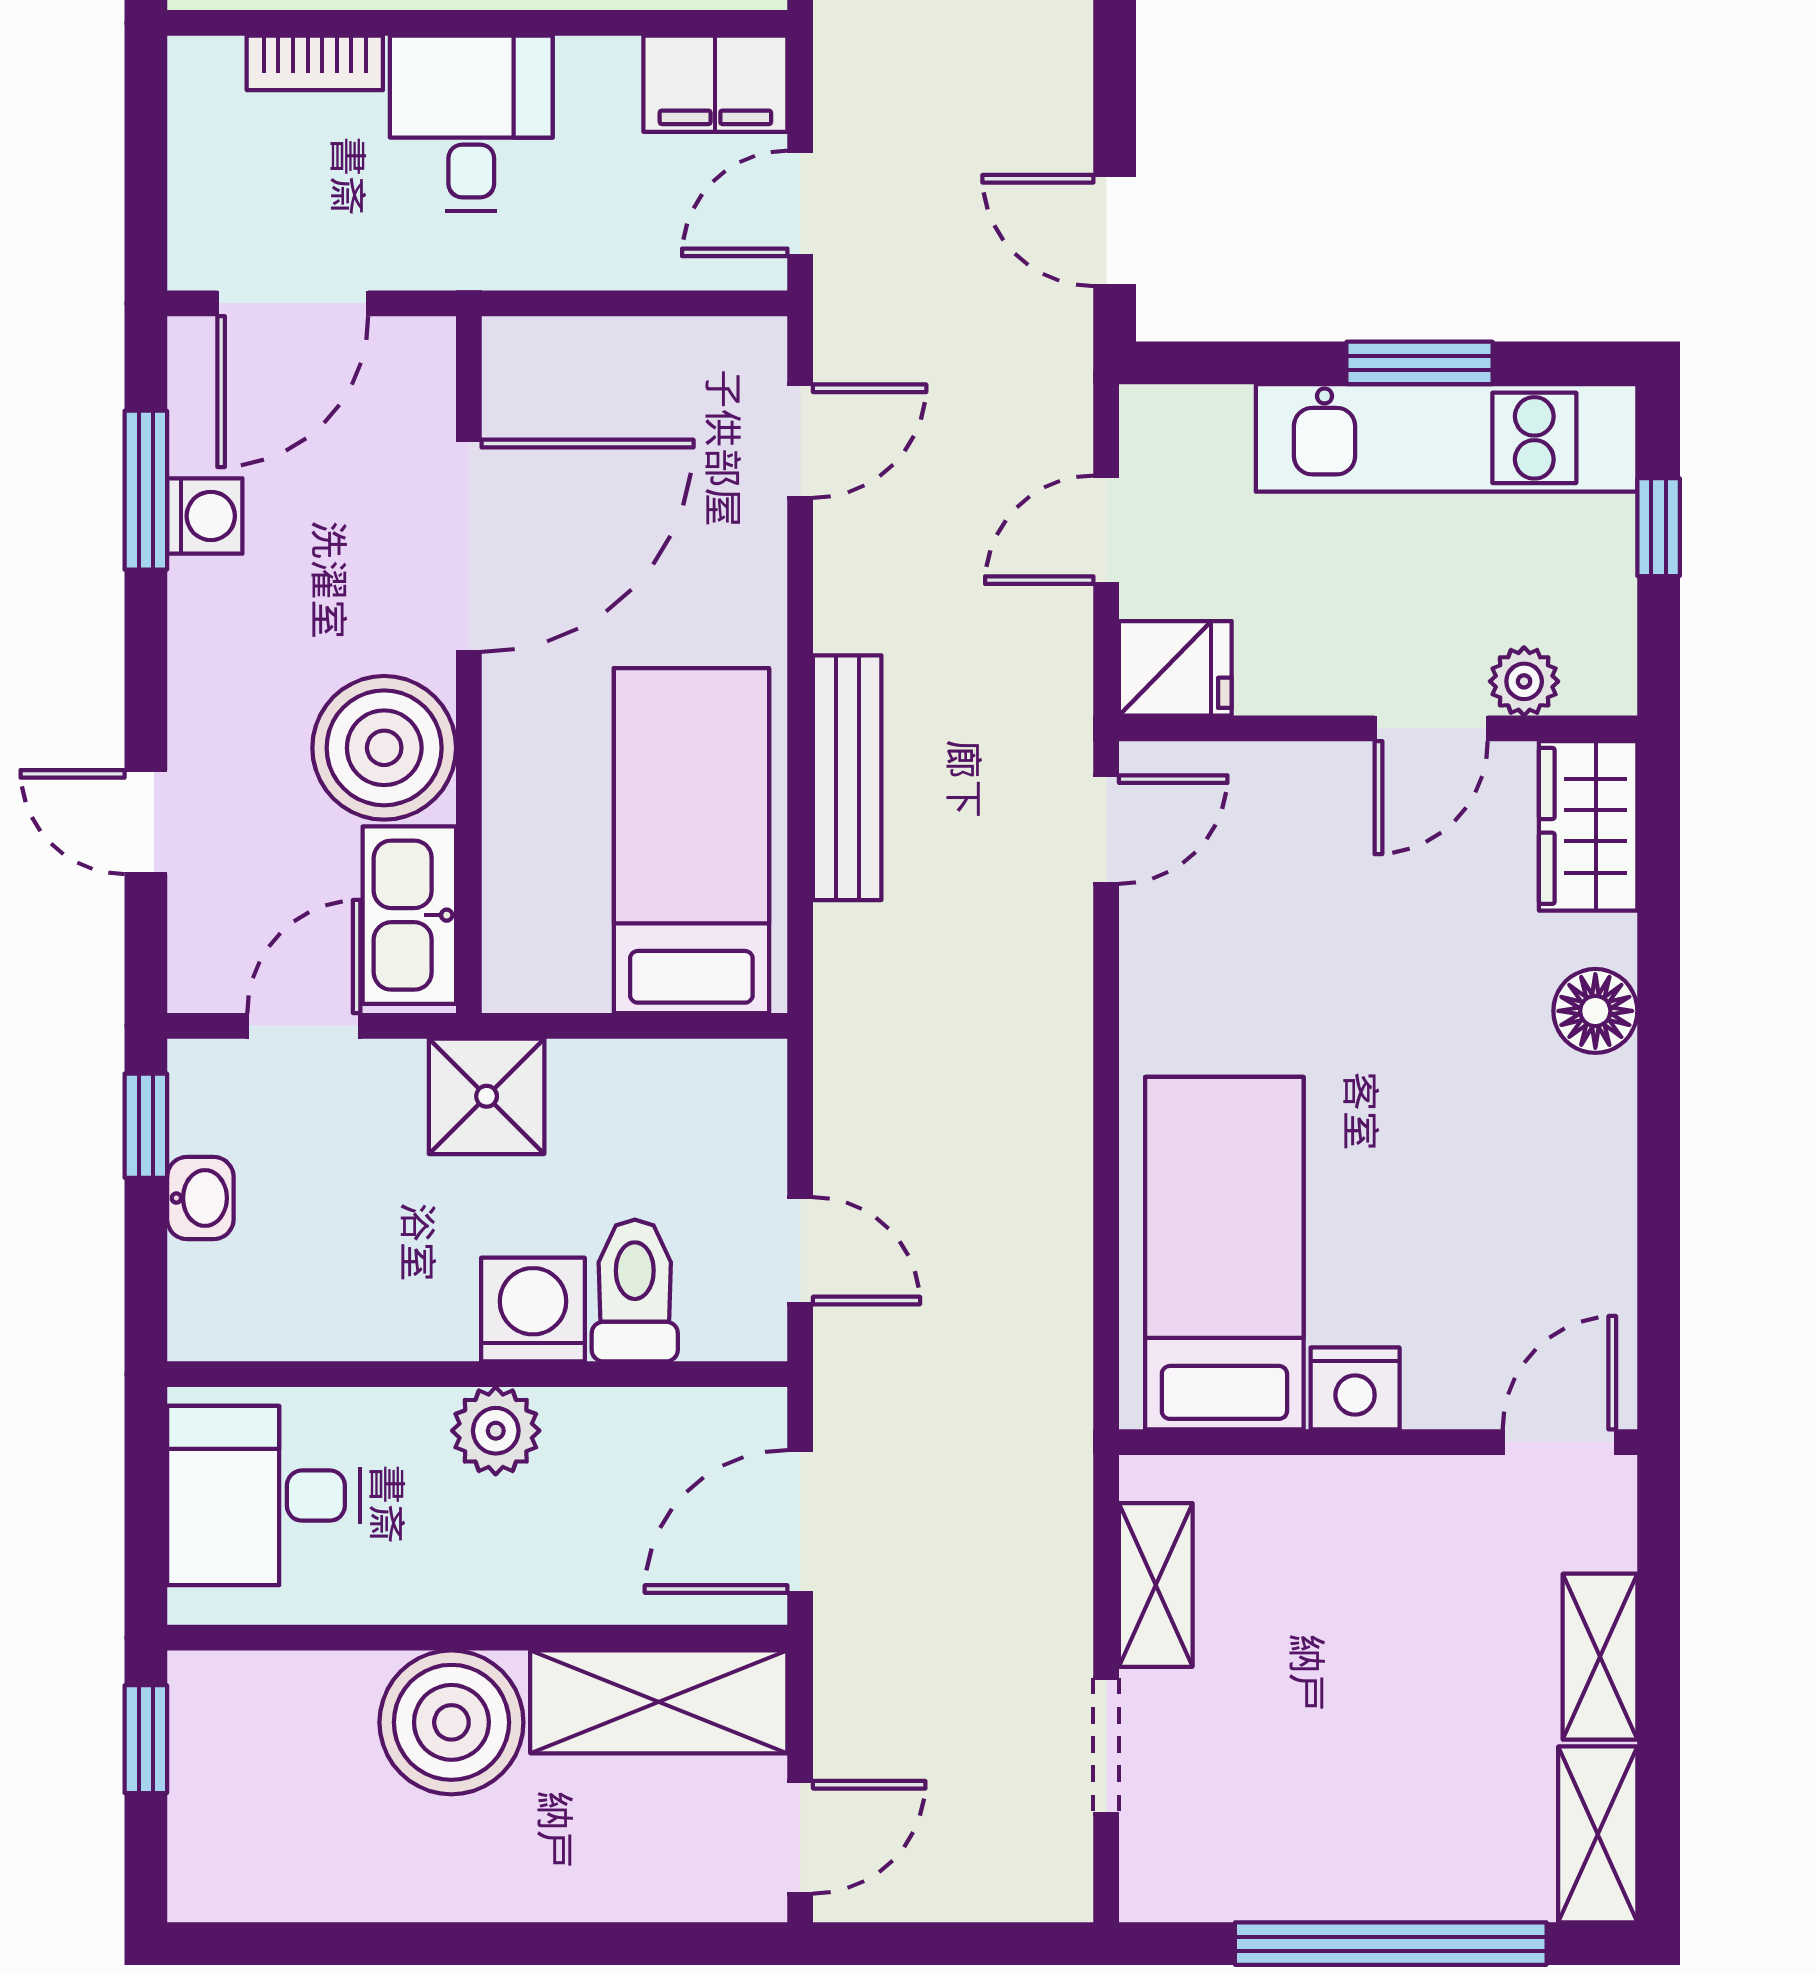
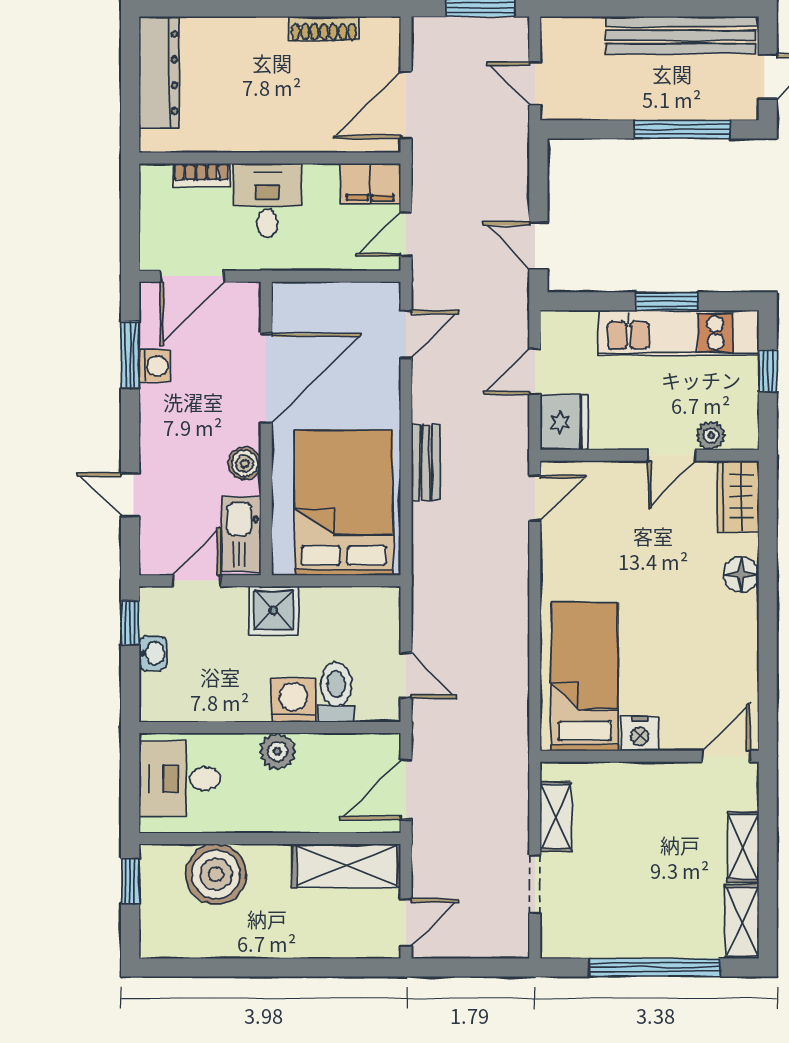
fridge: (1175, 668) -> (564, 422), width x1.38
boiler: (384, 748) -> (245, 464), width x0.54, depth x0.54
bench: (847, 778) -> (426, 462), width x0.73
bed: (691, 841) -> (344, 503), width x1.50
boiler: (451, 1722) -> (216, 874), moved

